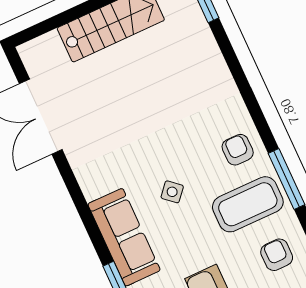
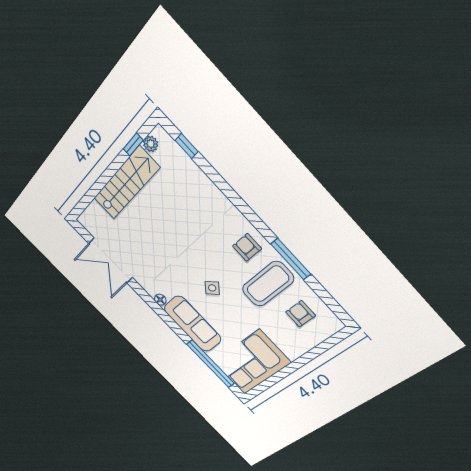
floor lamp: (91, 191) -> (160, 300), added

